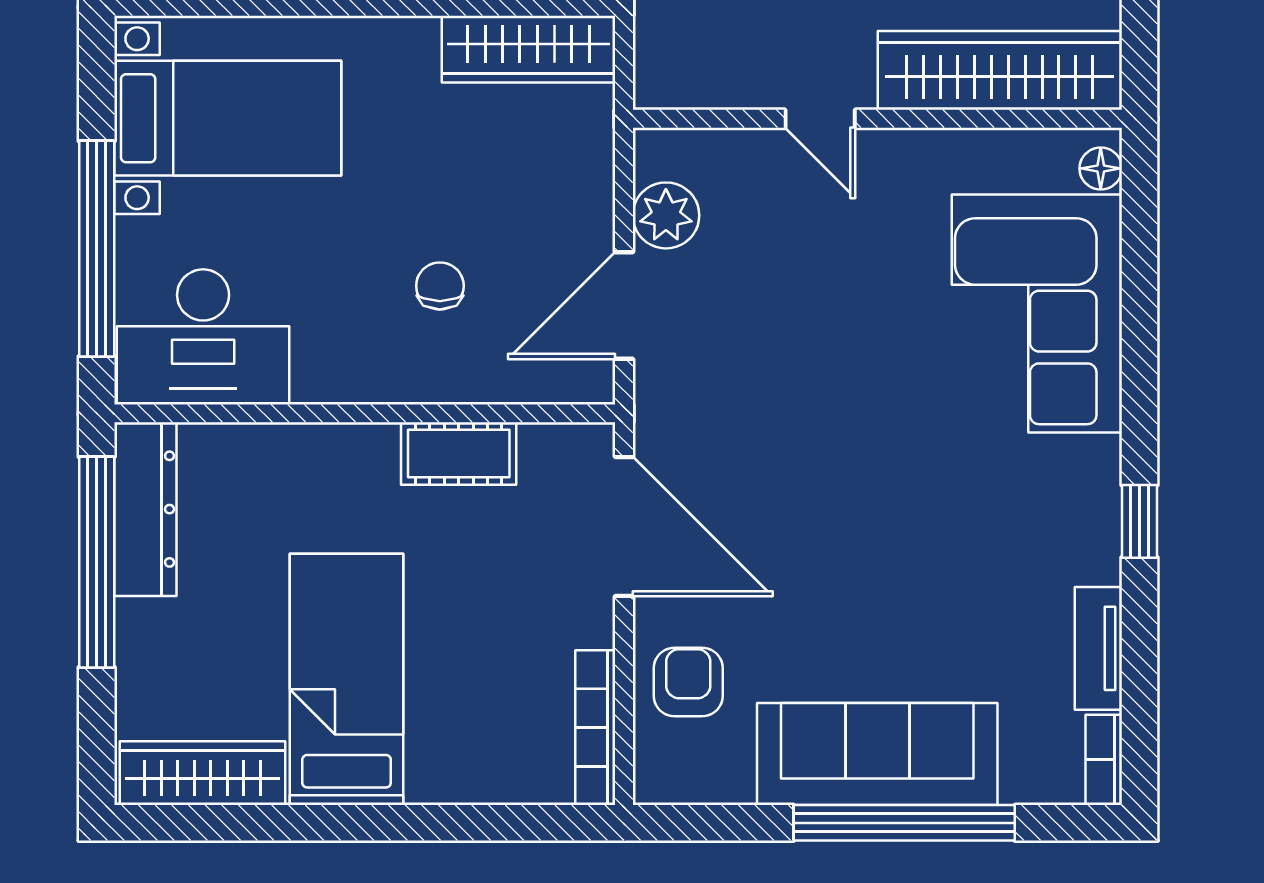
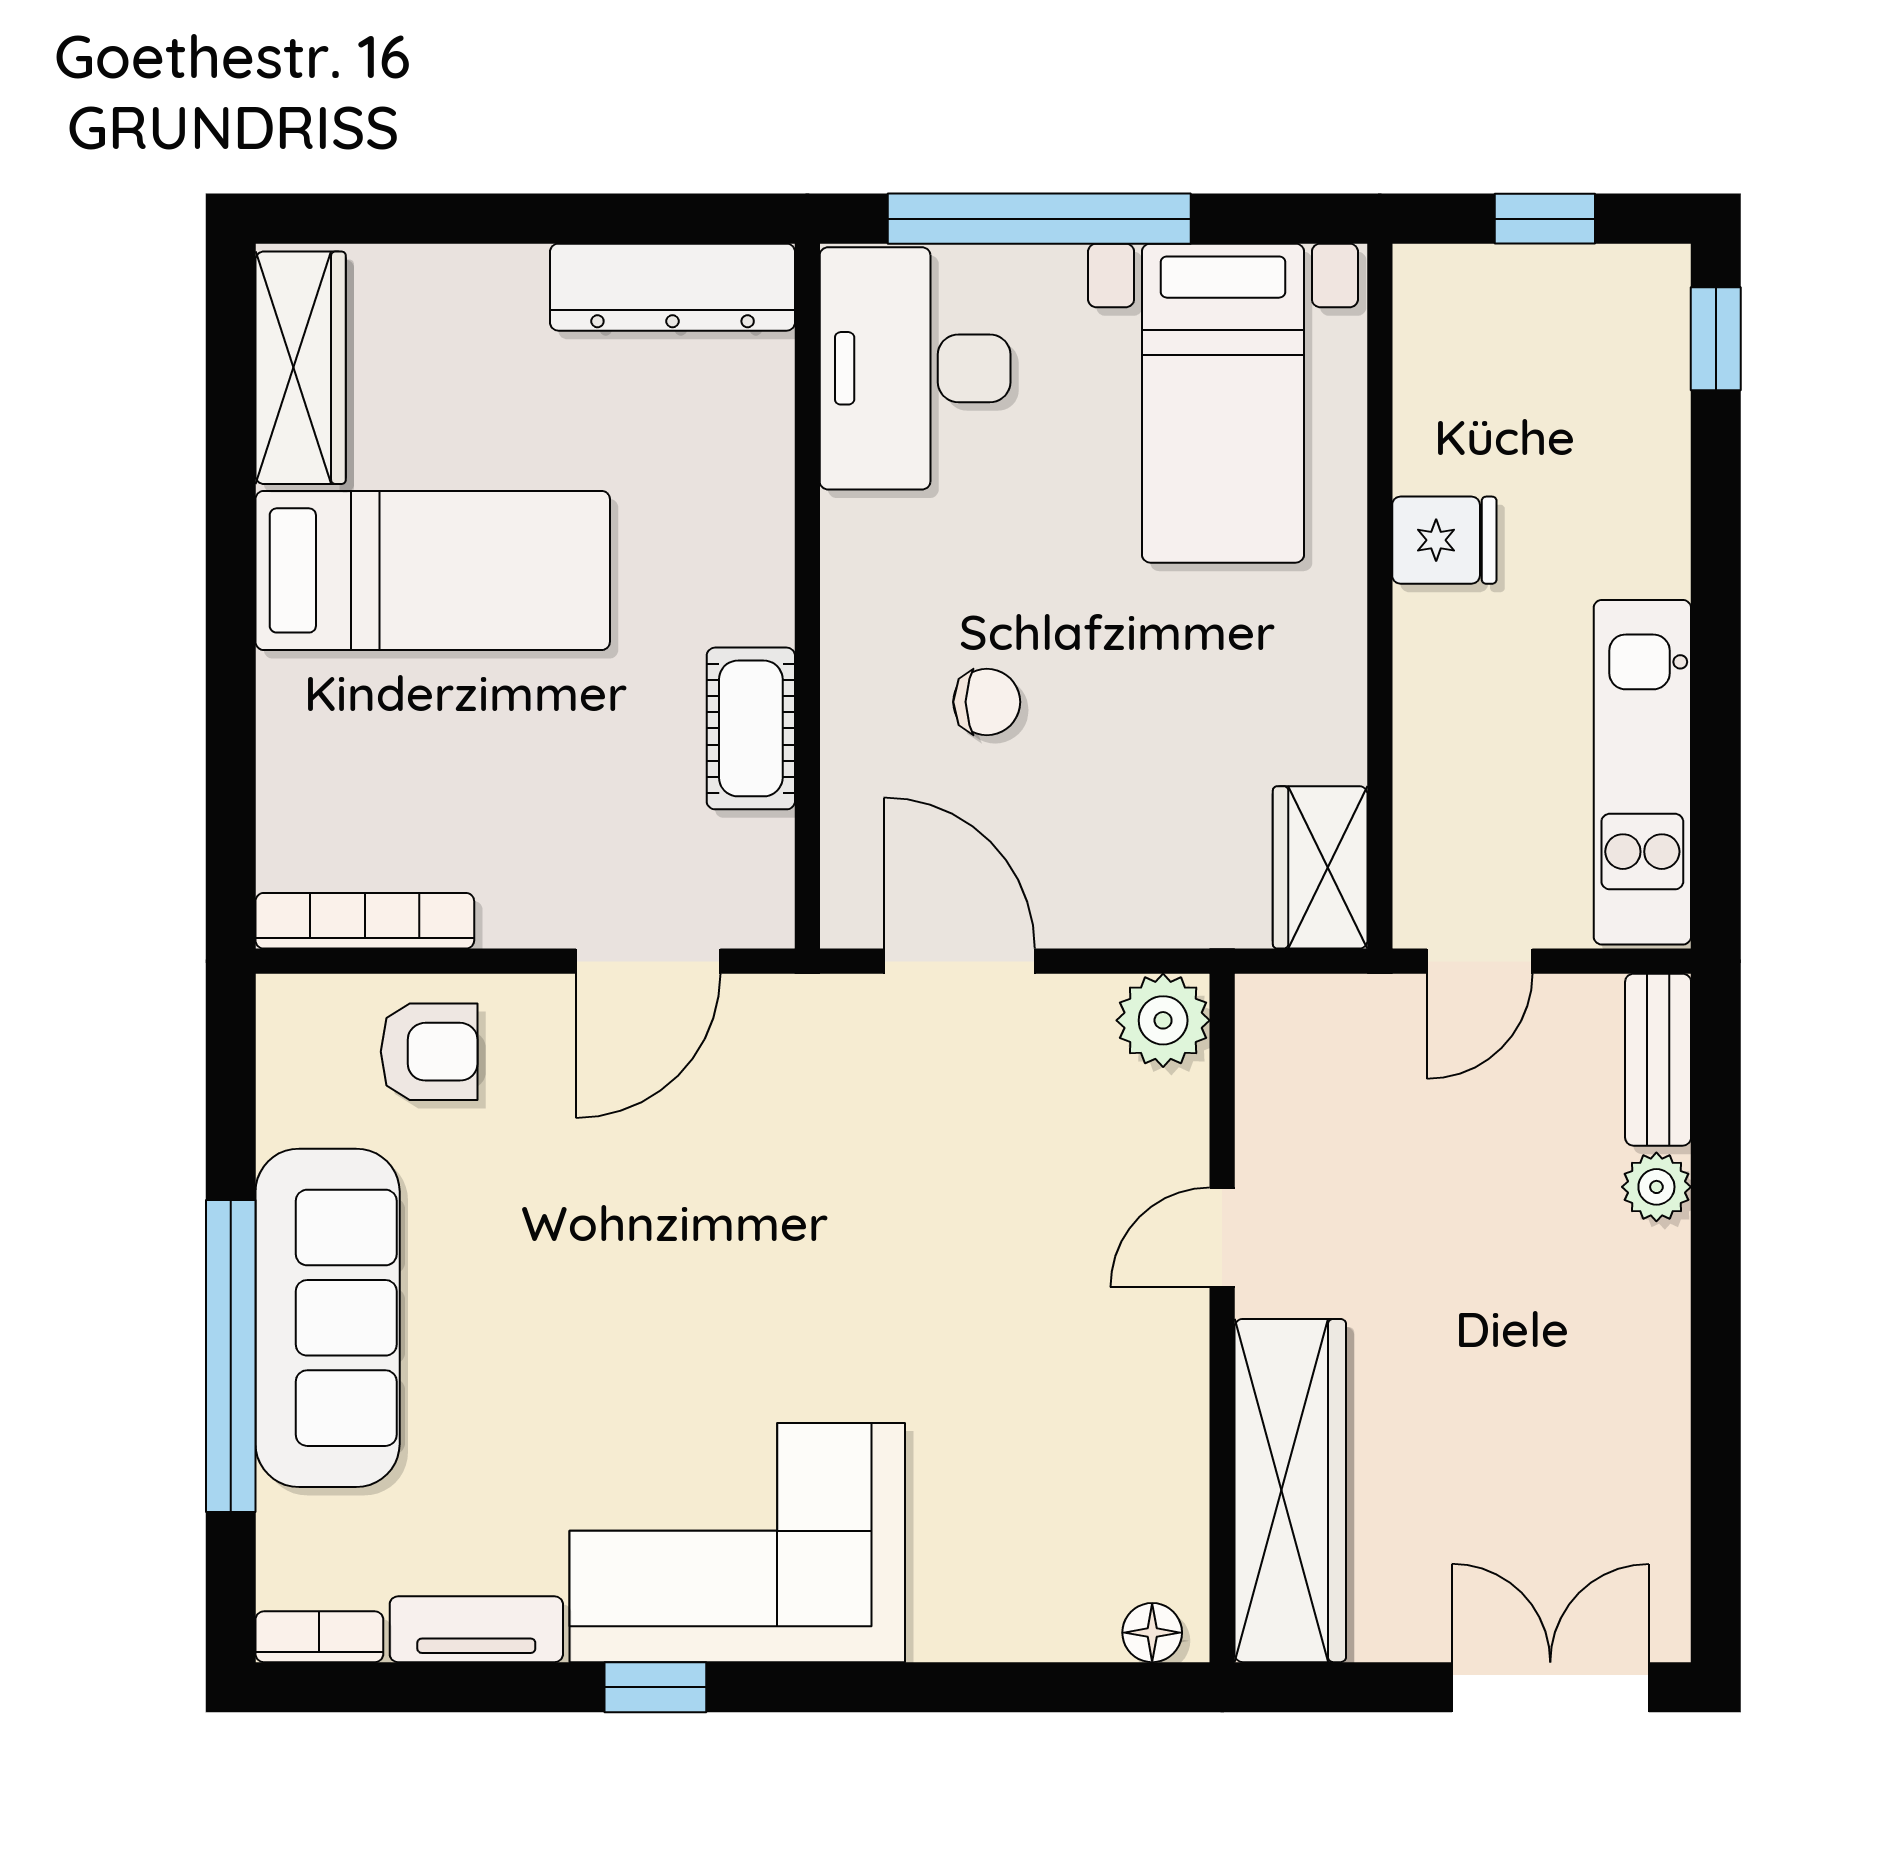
wardrobe: (528, 49) -> (1320, 867), width x0.67
plant: (666, 215) -> (1163, 1020), moved
corner sofa: (1037, 313) -> (737, 1543), moved
door: (624, 526) -> (648, 961), width x0.73
window: (97, 562) -> (598, 219), removed

